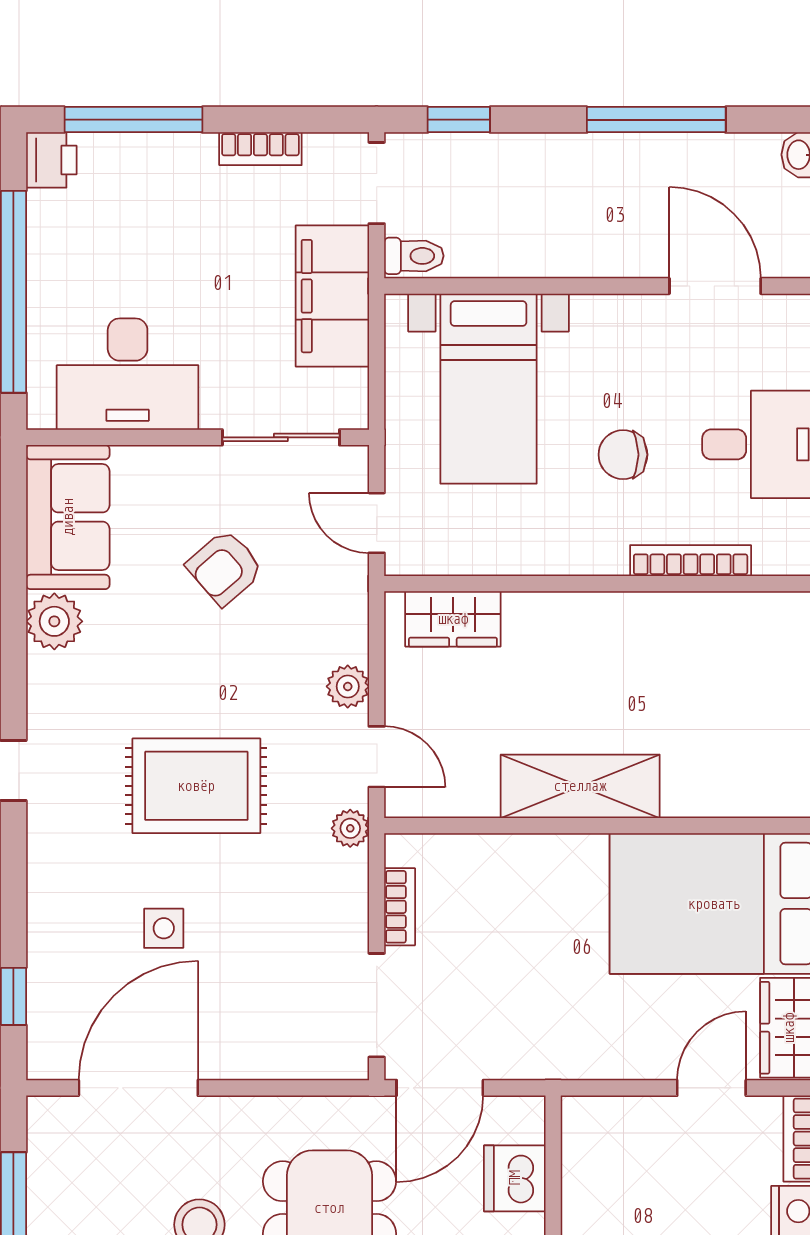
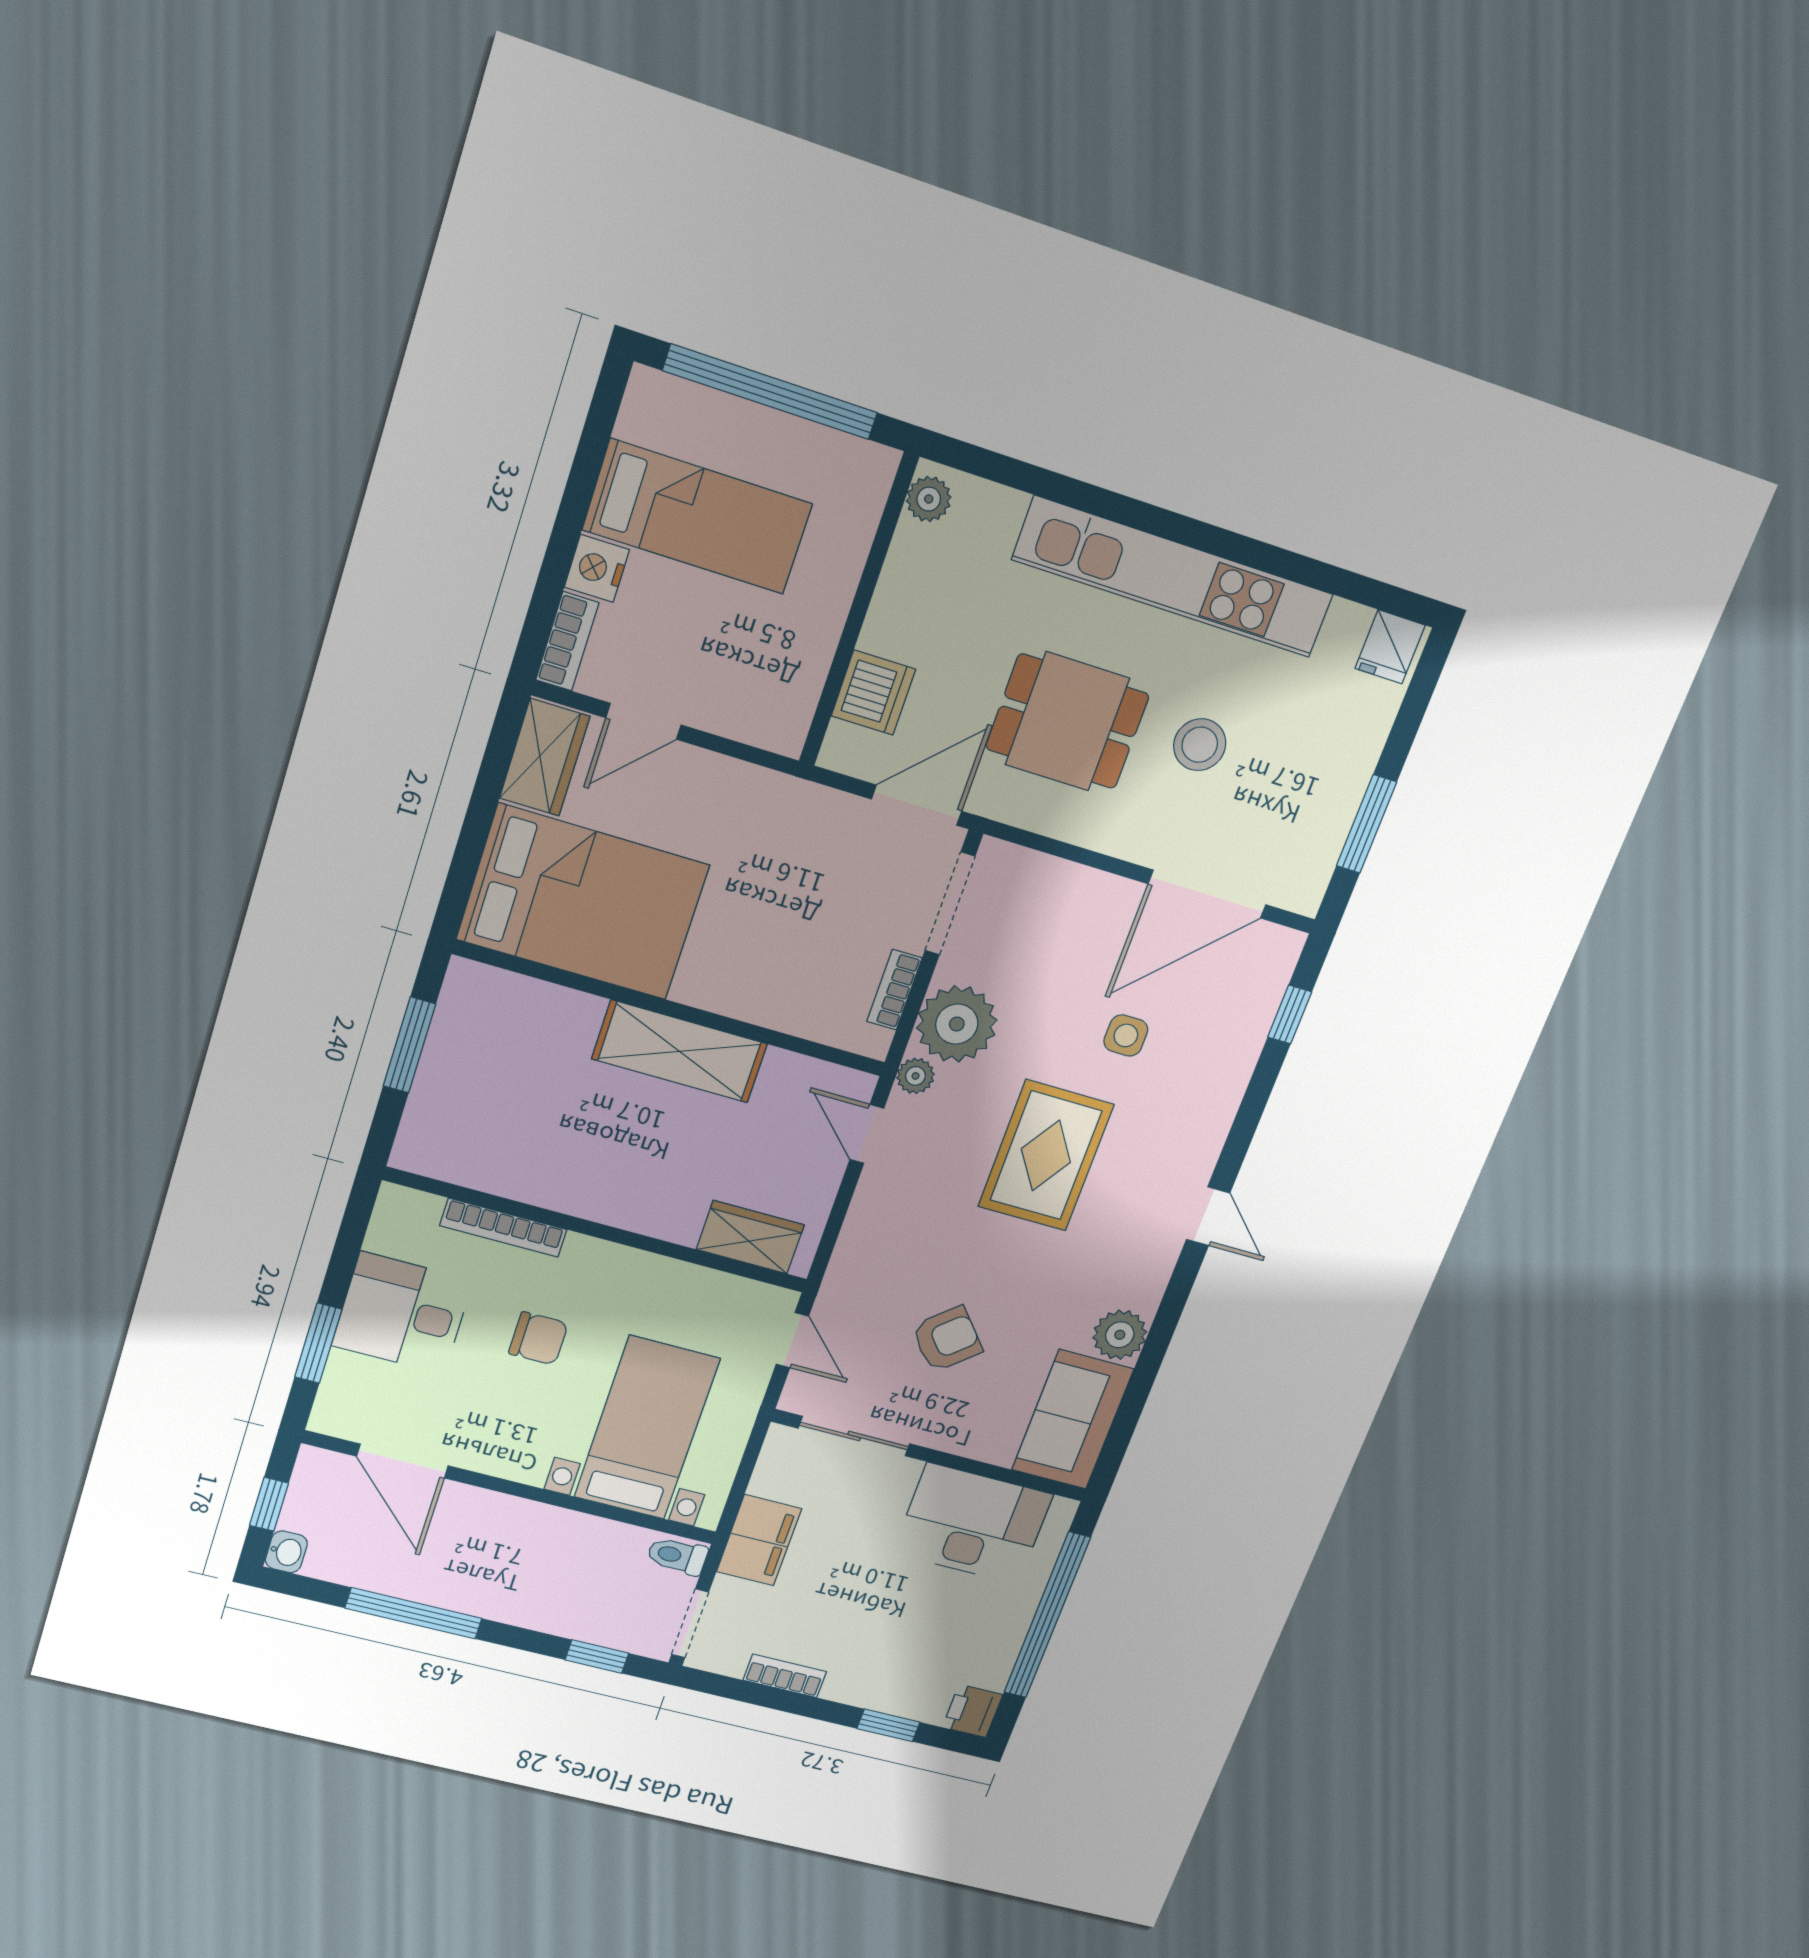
window: (133, 120) -> (888, 1725), width x0.46
filing cabinet: (332, 296) -> (759, 1540), width x0.67, depth x0.86
plant: (348, 686) -> (957, 1024), moved, width x1.88, depth x1.88
rug: (196, 786) -> (1046, 1156), turned 90

